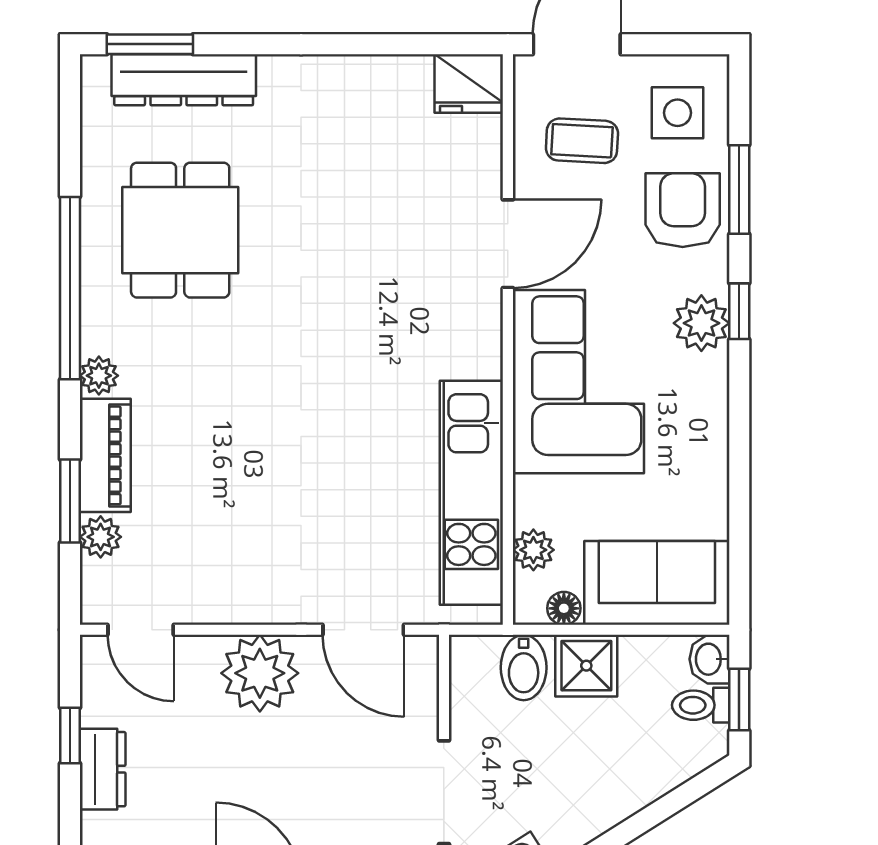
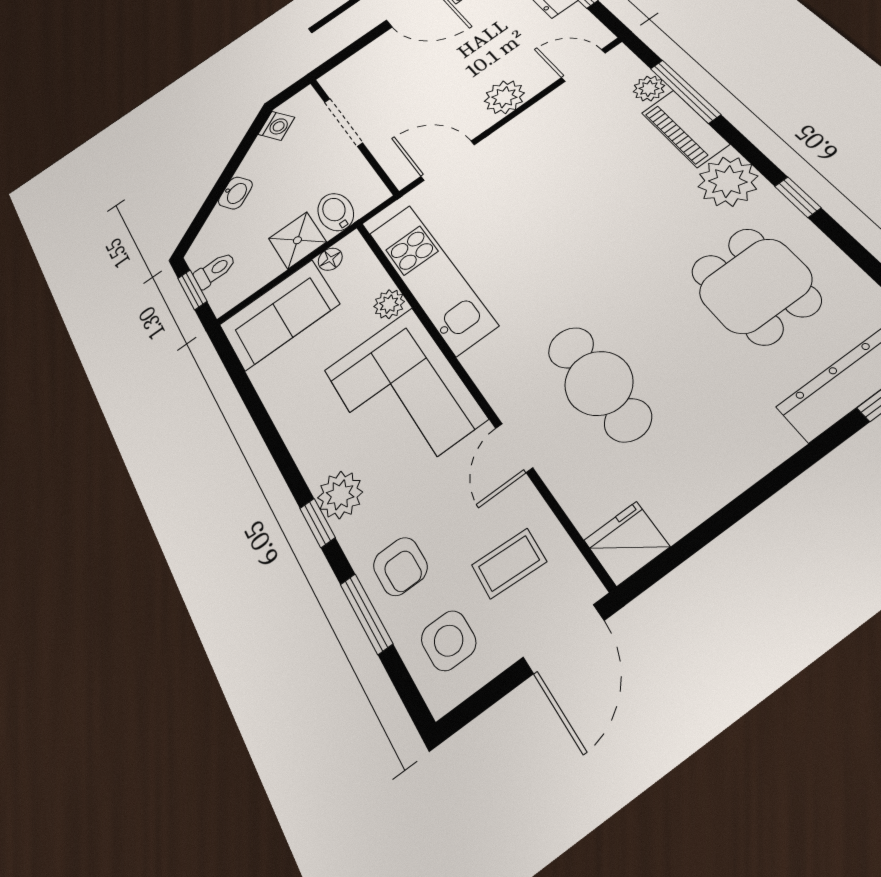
armchair: (683, 210) -> (400, 566), width x0.72, depth x0.72
door: (508, 244) -> (514, 448), width x0.73
cafe table: (388, 246) -> (599, 383), added
window: (70, 288) -> (798, 197), width x0.32
plant: (99, 376) -> (728, 182), width x1.88, depth x1.88
window: (70, 501) -> (685, 91), width x1.44
plant: (533, 550) -> (389, 304), moved
washbasin: (710, 659) -> (235, 193), moved, turned 58
plant: (260, 673) -> (504, 97), width x0.73, depth x0.73

